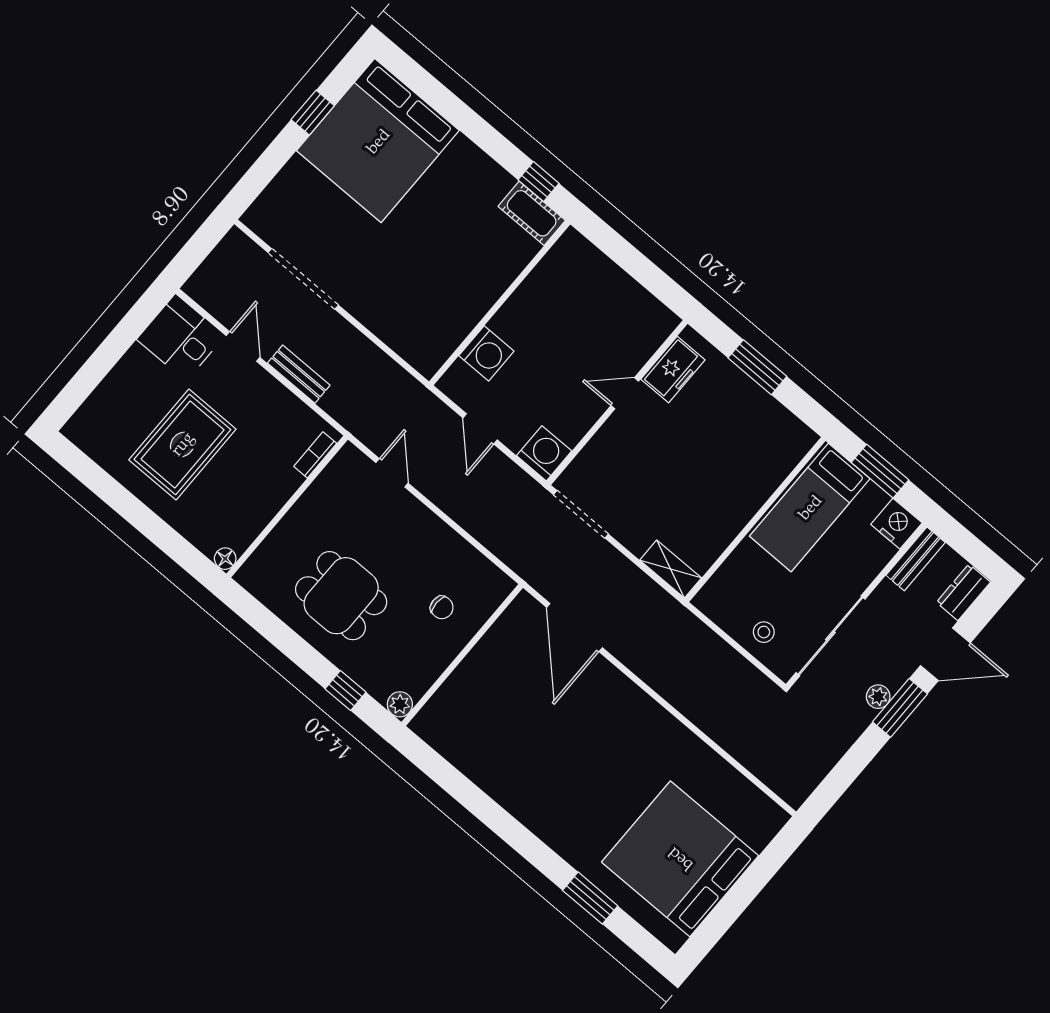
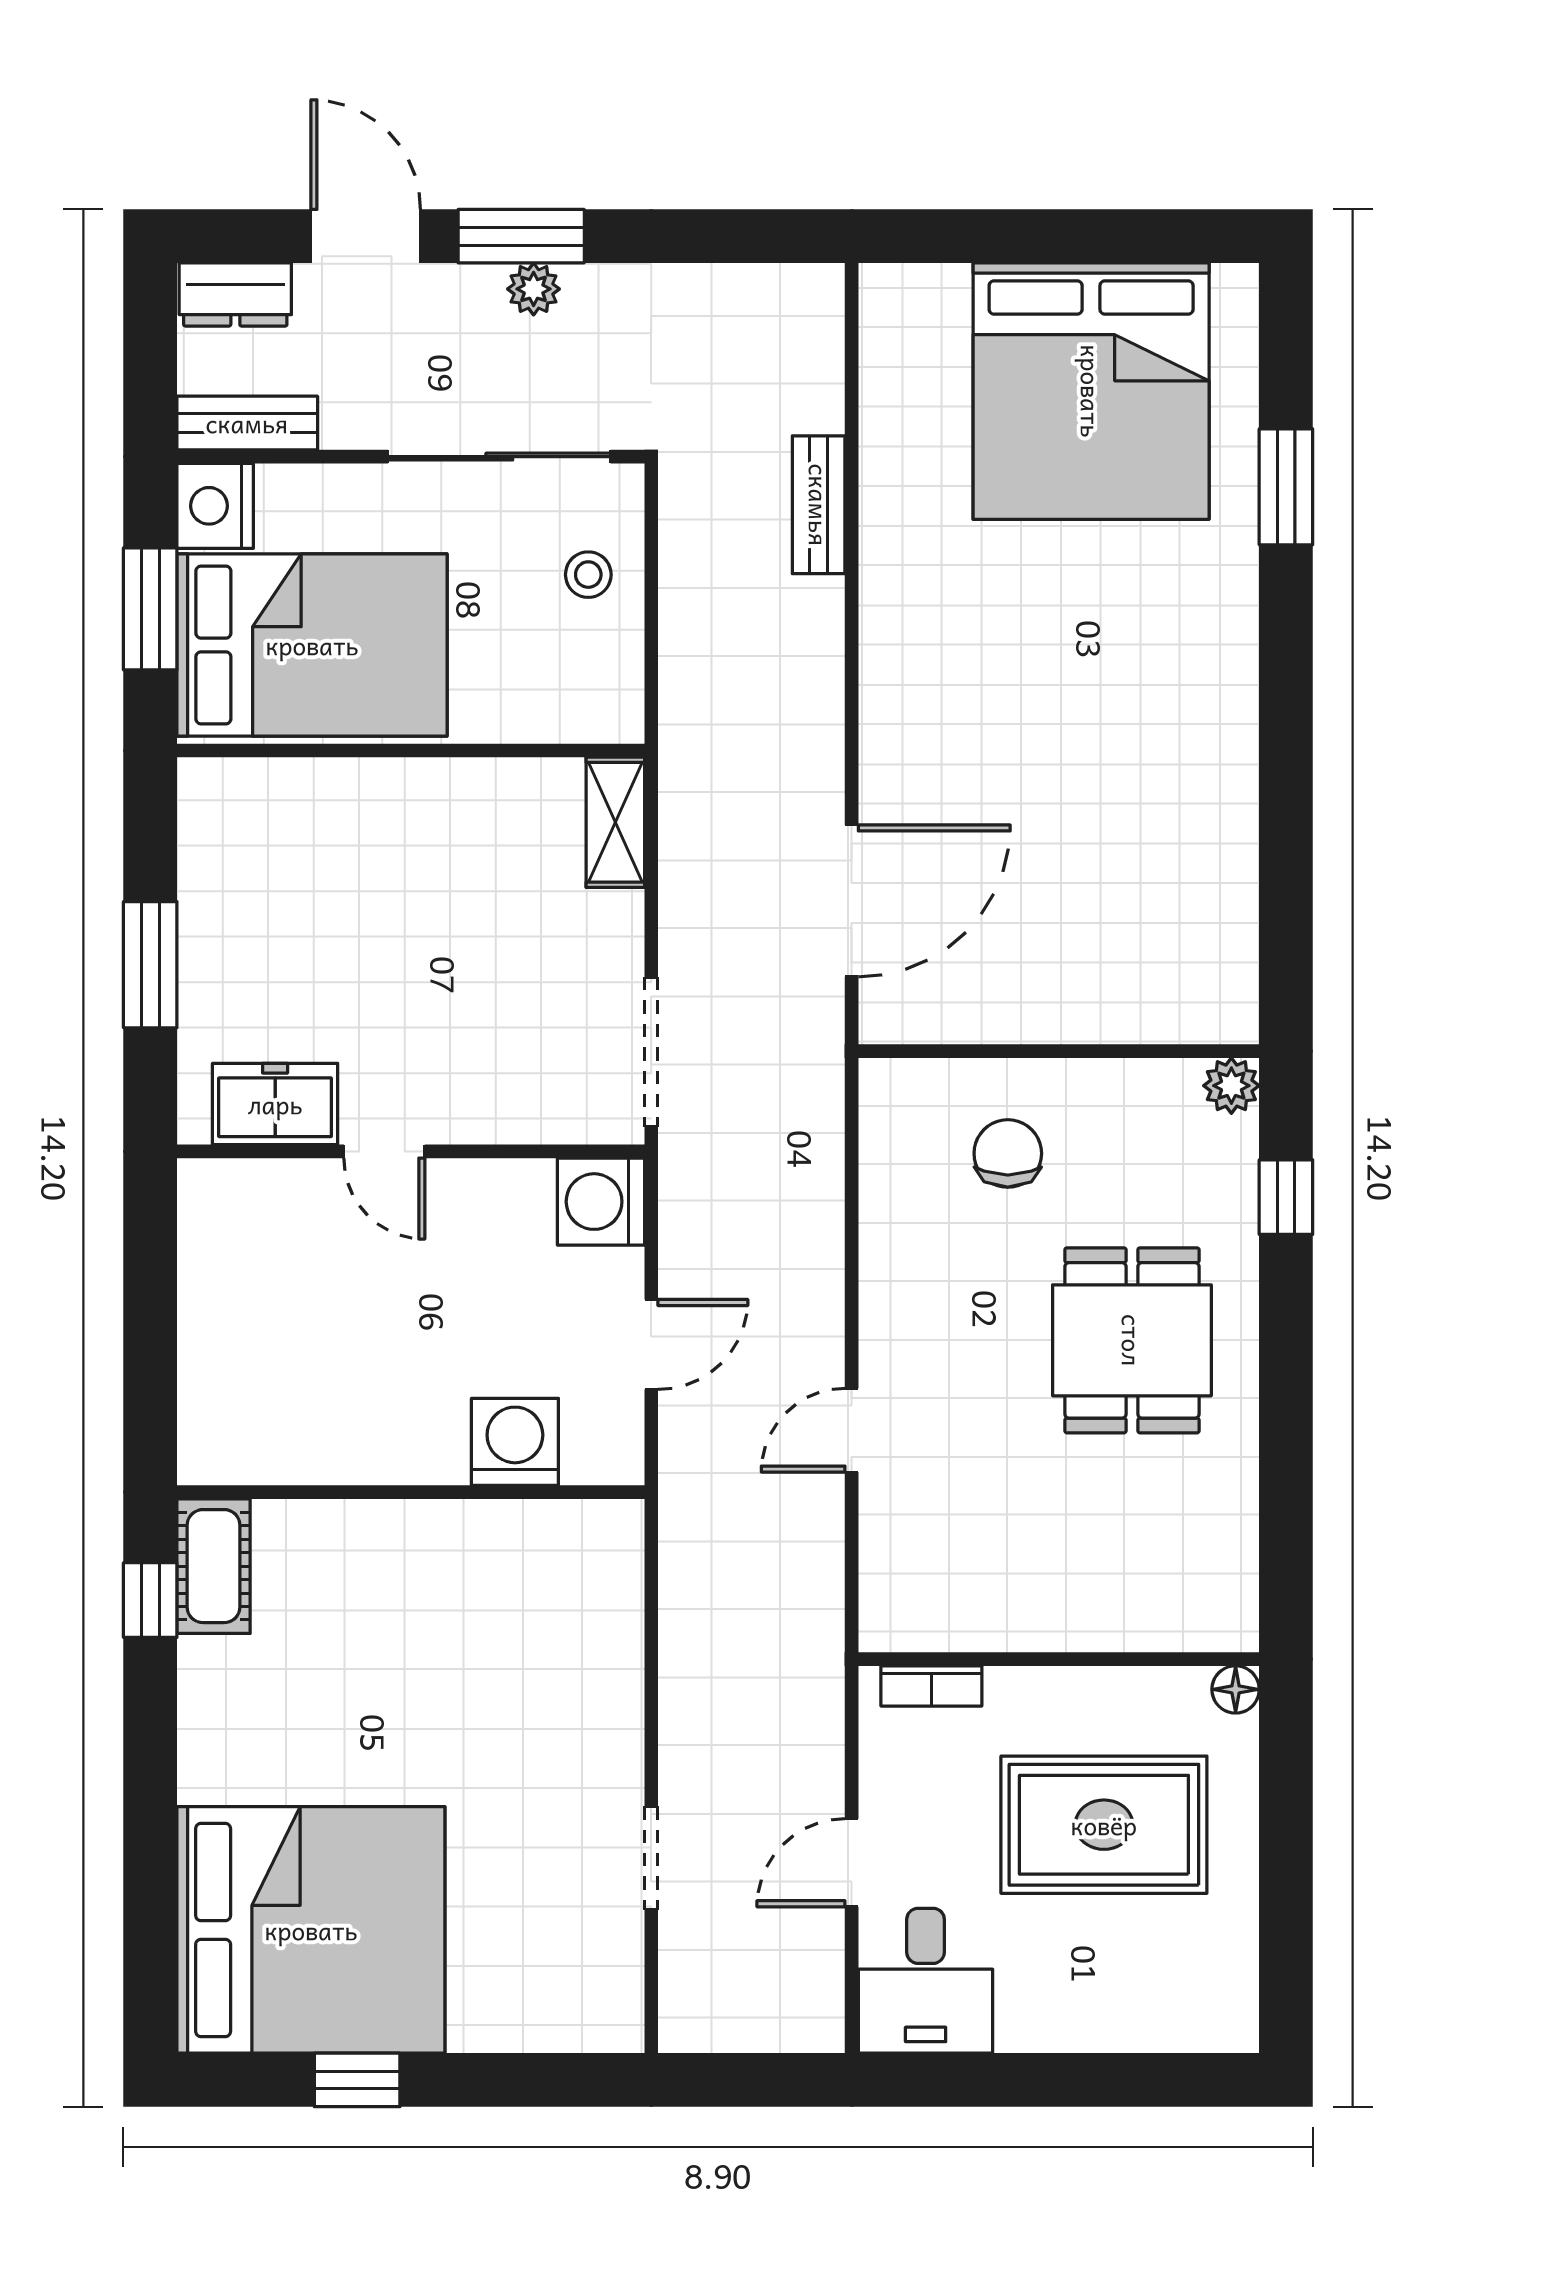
doorway: (303, 279) -> (651, 1858), width x0.53
bench: (299, 374) -> (819, 505), moved
bookcase: (315, 455) -> (931, 1686), moved
wall: (287, 507) -> (1059, 1659), moved
bed: (810, 507) -> (312, 645), width x1.50
floor lamp: (225, 559) -> (1236, 1689), moved
chair: (442, 607) -> (1008, 1153), width x1.37, depth x1.37

